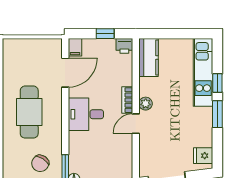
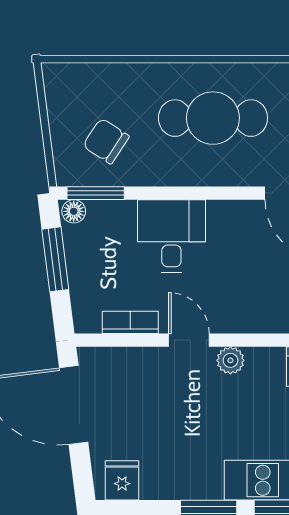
bookcase: (127, 100) -> (130, 322), moved
desk: (86, 114) -> (171, 236), moved

